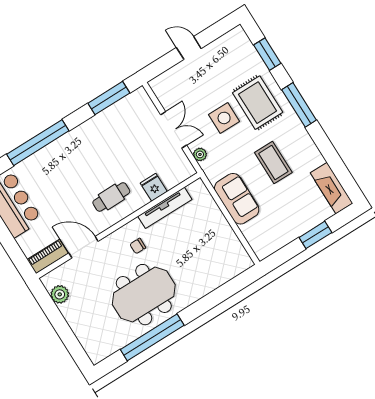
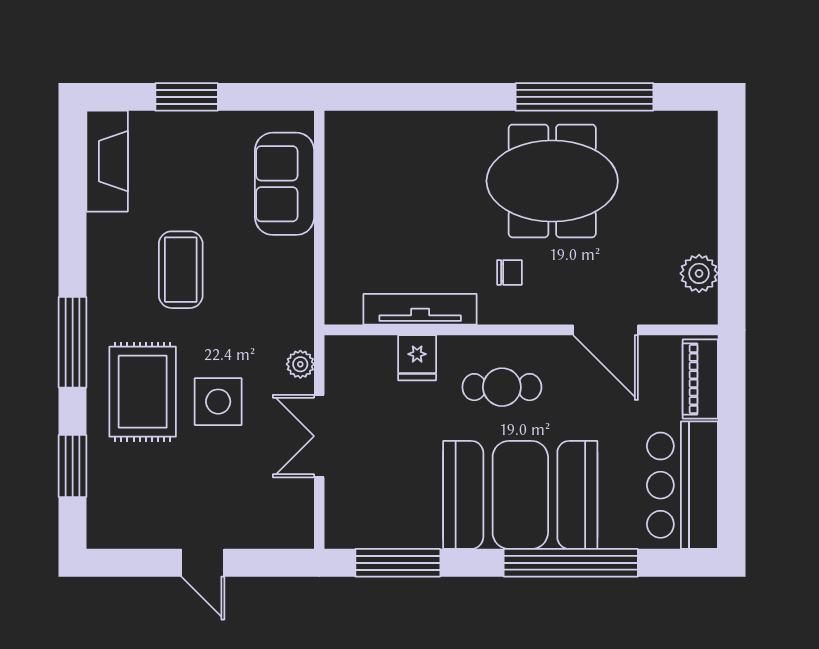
booth: (76, 157) -> (520, 495), added
sofa: (237, 199) -> (285, 184), moved
piano: (48, 257) -> (700, 379), moved, turned 90

